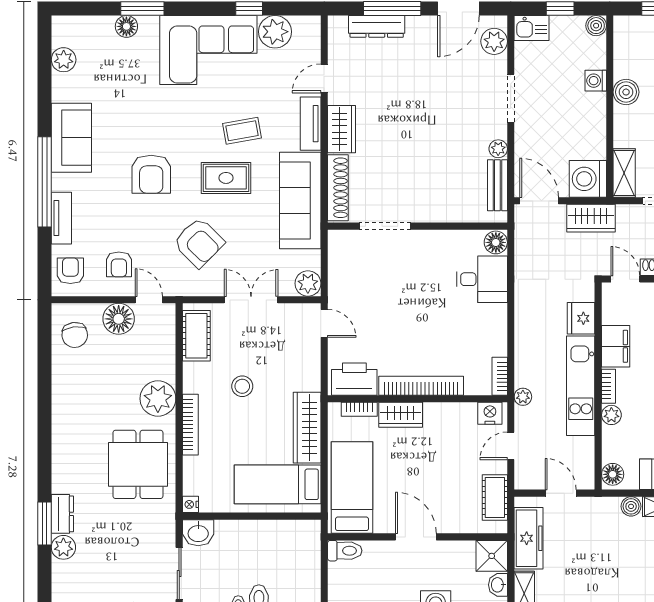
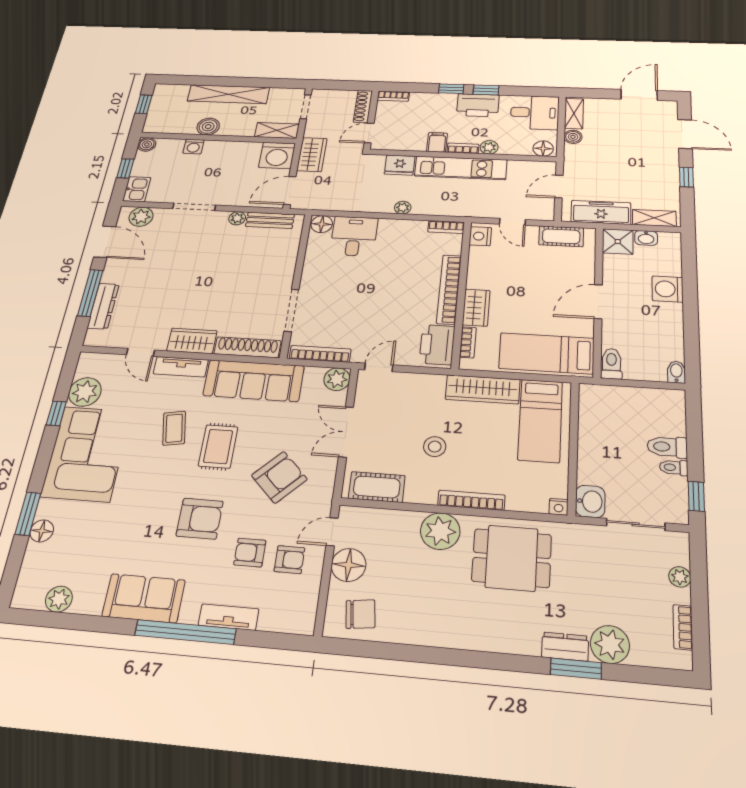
bookcase: (335, 263) -> (320, 354), added
armchair: (70, 271) -> (250, 553), moved
filing cabinet: (616, 346) -> (437, 142), width x0.50
plant: (523, 397) -> (403, 208), moved
plant: (63, 547) -> (610, 644), width x1.36, depth x1.36

